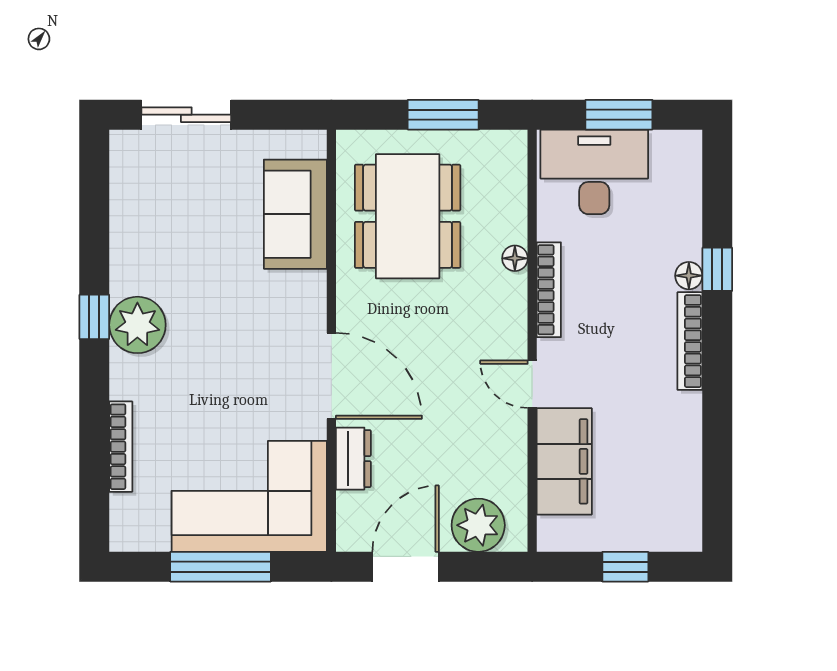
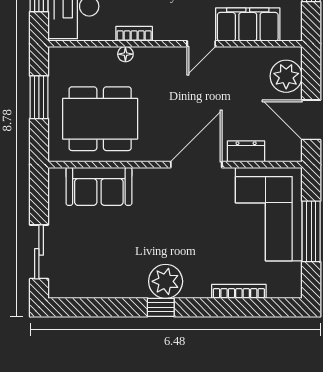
bookcase: (549, 290) -> (134, 34), width x0.64

